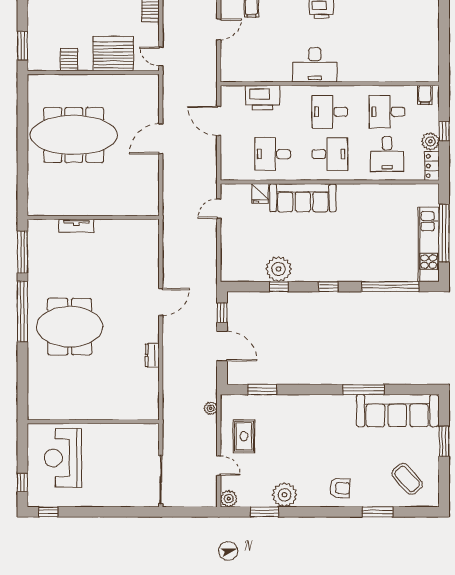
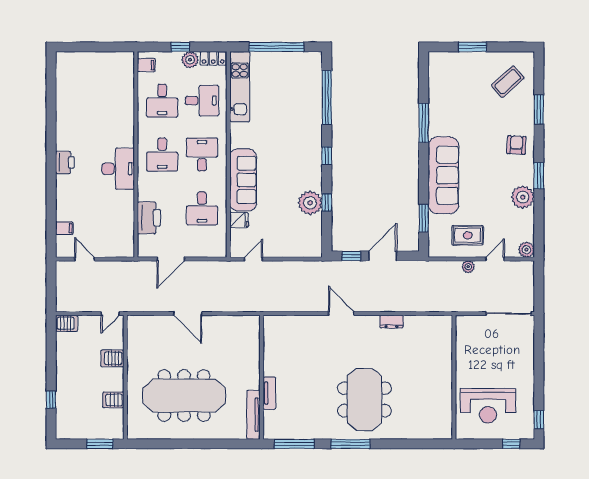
server rack: (113, 54) -> (112, 358), width x0.46, depth x0.70
meeting table: (74, 135) -> (184, 396), turned 90
tv unit: (53, 209) -> (253, 415), added
door: (219, 209) -> (253, 259), swing flipped
kitchen unit: (429, 244) -> (240, 87), moved, turned -90
window: (22, 312) -> (350, 444), width x0.68
plant: (211, 408) -> (468, 267), moved
sofa: (397, 411) -> (443, 175), moved
window: (265, 512) -> (539, 176), moved

